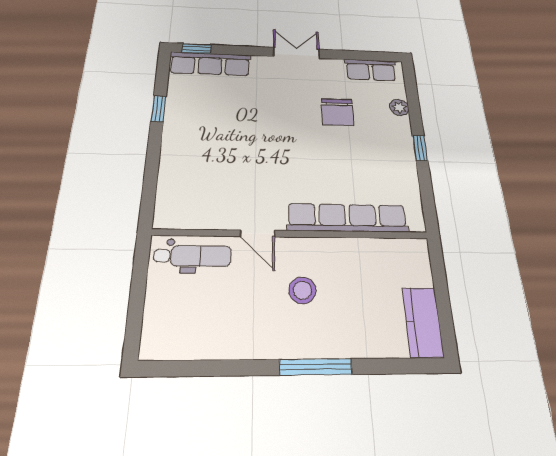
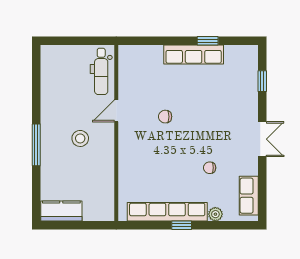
window: (197, 49) -> (262, 81), moved
row of seats: (210, 64) -> (194, 54), moved, turned -90
chair: (337, 112) -> (210, 168), width x0.54, depth x0.54
chair: (267, 165) -> (165, 117), added
row of seats: (347, 218) -> (167, 212), moved, turned -90

